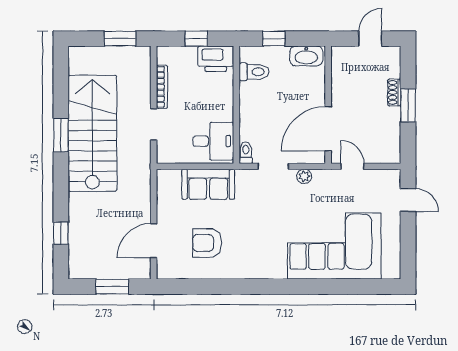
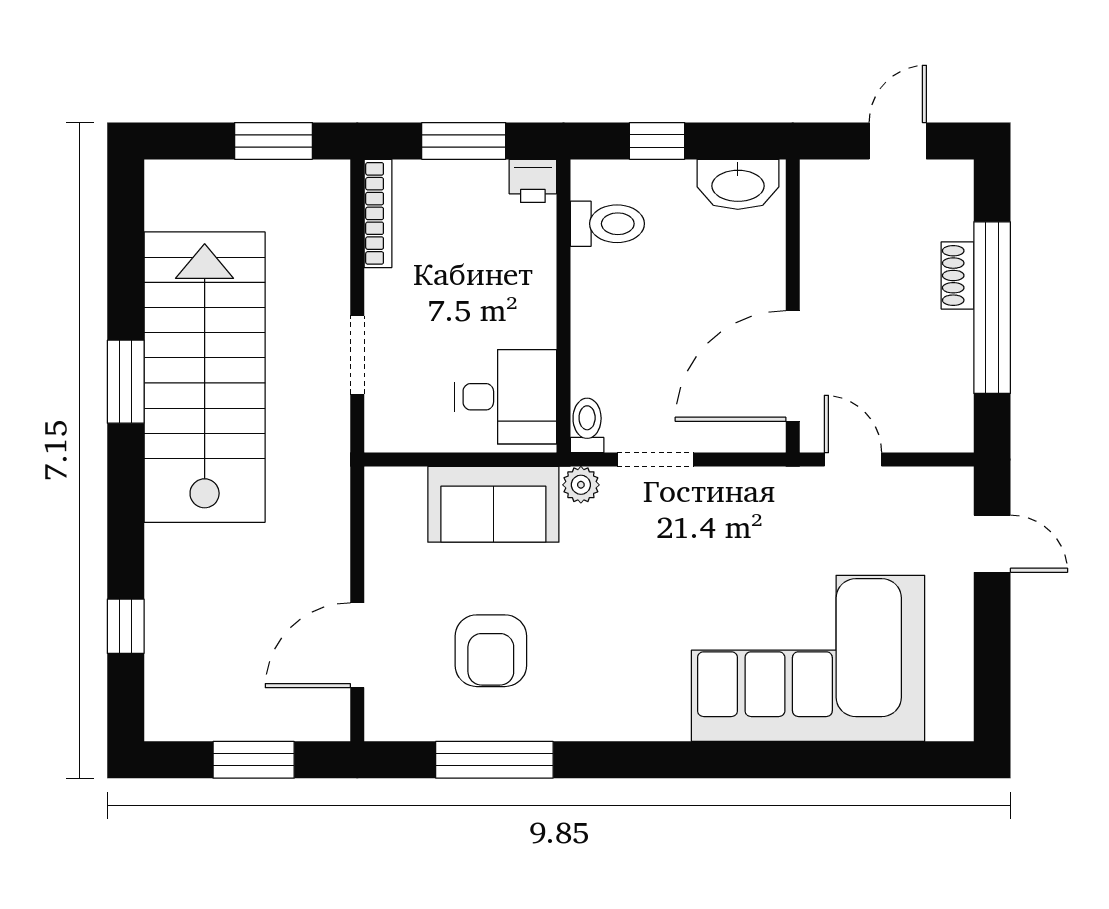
window: (196, 39) -> (464, 141), width x1.50
printer: (216, 59) -> (533, 181), width x0.53, depth x0.68
bookcase: (162, 87) -> (378, 213), moved
window: (408, 105) -> (992, 308), width x2.11
plant: (304, 176) -> (581, 485), moved
armchair: (207, 243) -> (491, 651), turned -90
window: (209, 287) -> (494, 760), added

